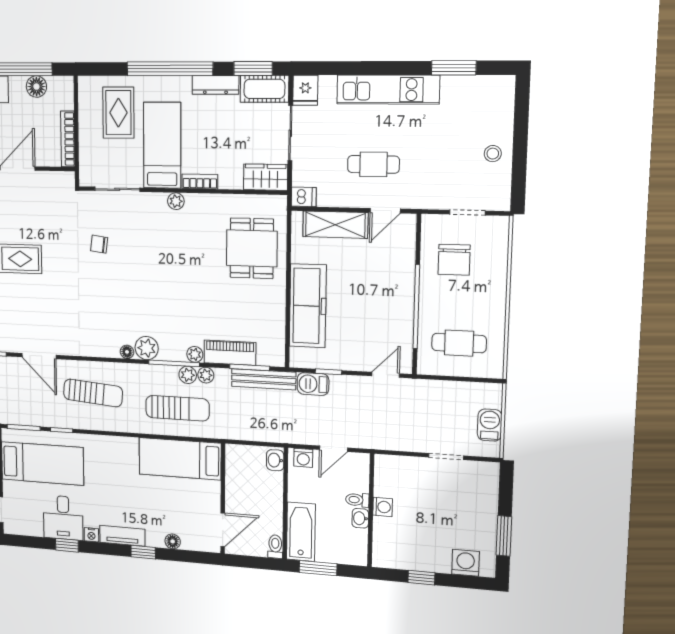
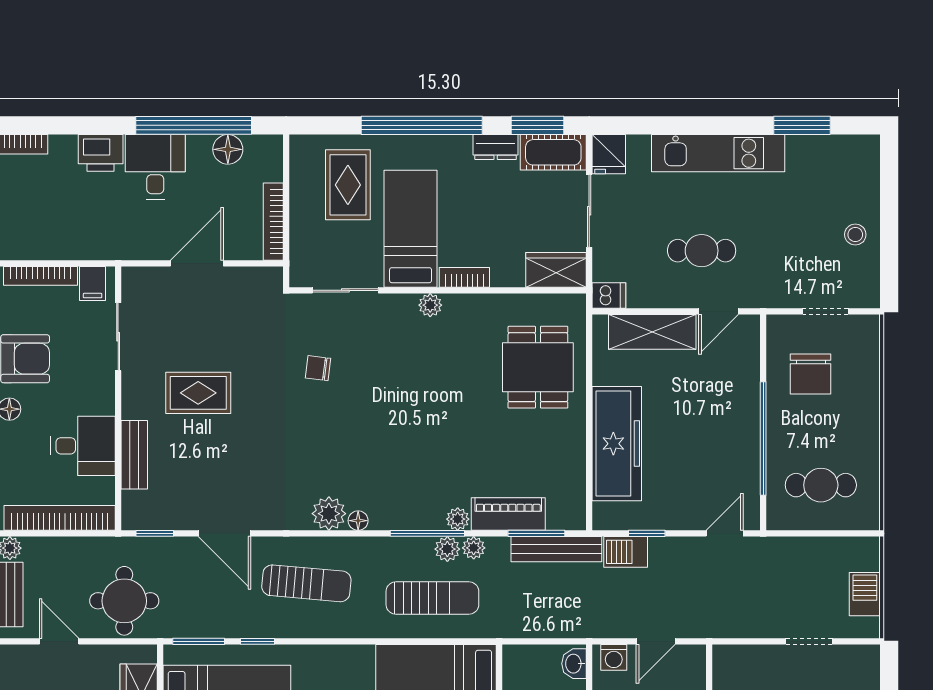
dresser: (215, 85) -> (496, 147), width x0.70
plant: (147, 348) -> (329, 514), moved

